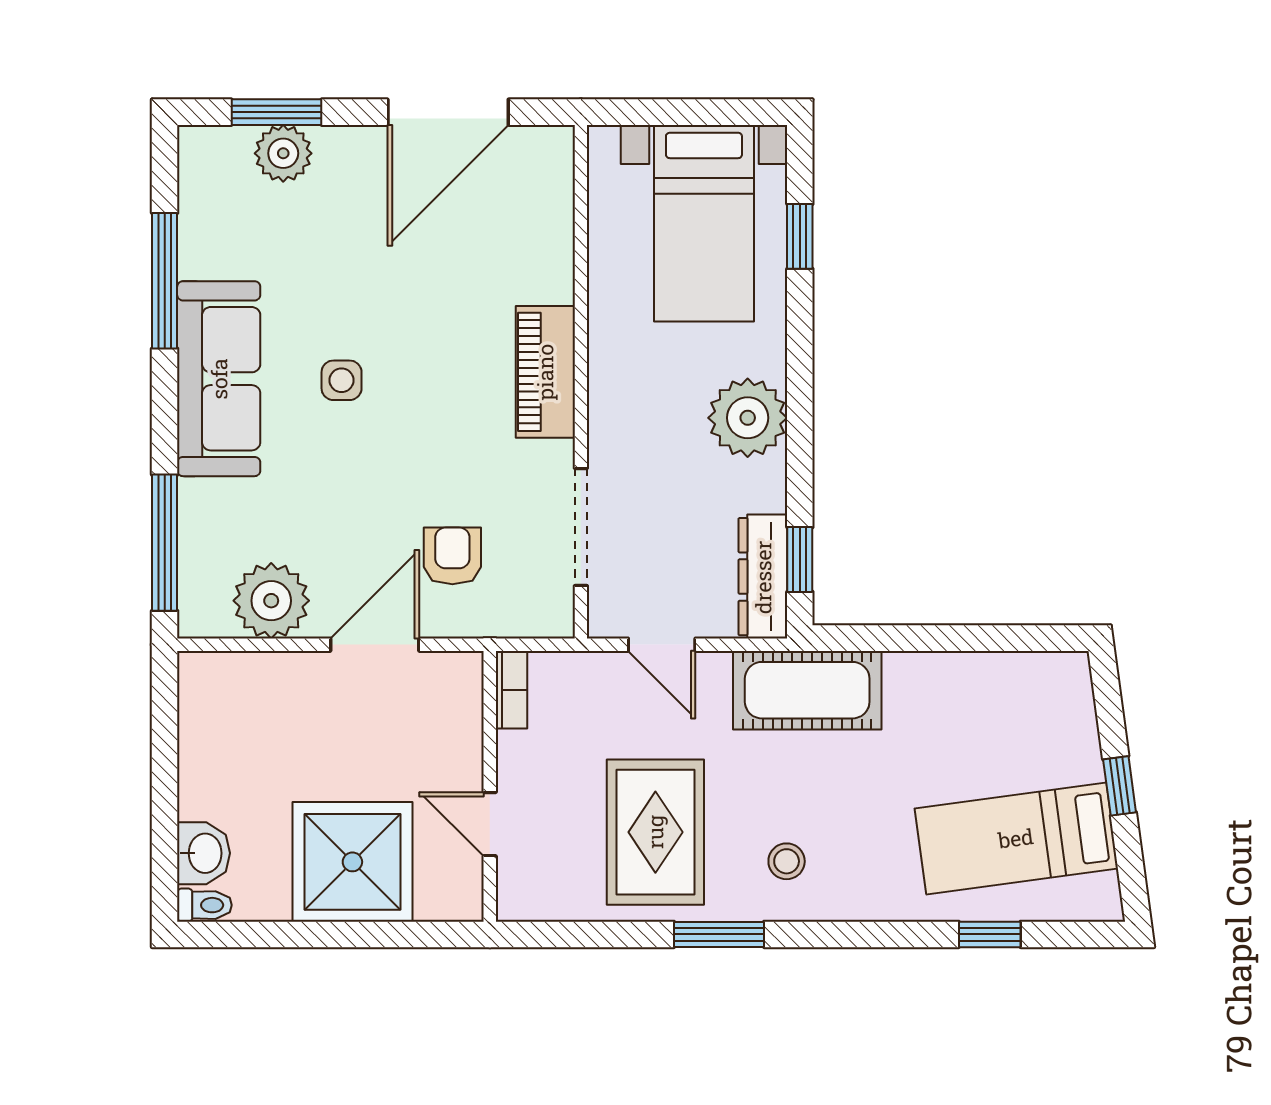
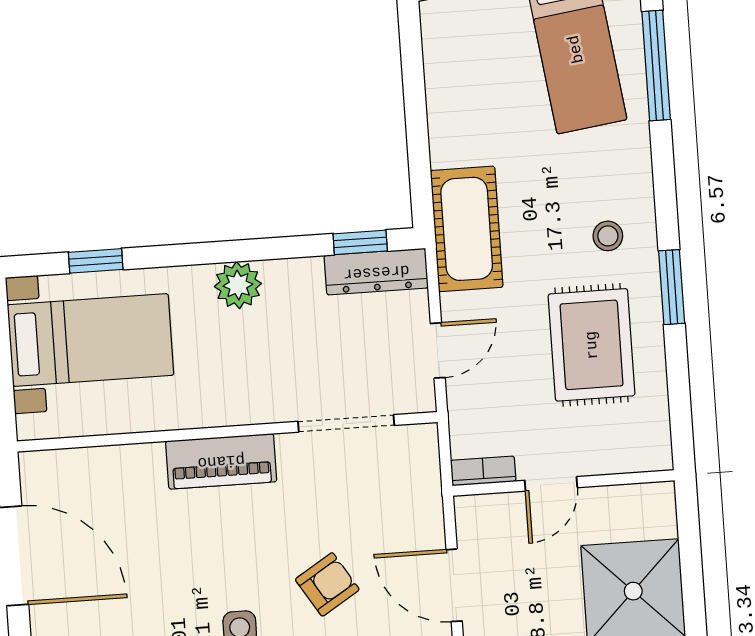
plant: (748, 418) -> (238, 285), width x0.73, depth x0.73
armchair: (452, 556) -> (327, 584), moved, turned 148
door: (490, 824) -> (551, 484), moved
rug: (655, 832) -> (592, 345), turned 90
window: (990, 934) -> (656, 66), width x2.17

